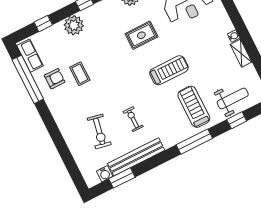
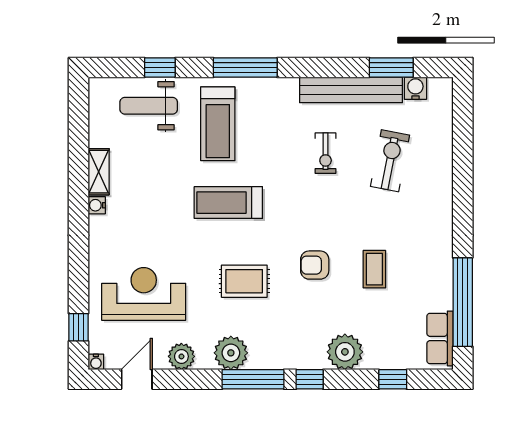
armchair: (55, 79) -> (315, 265), moved

